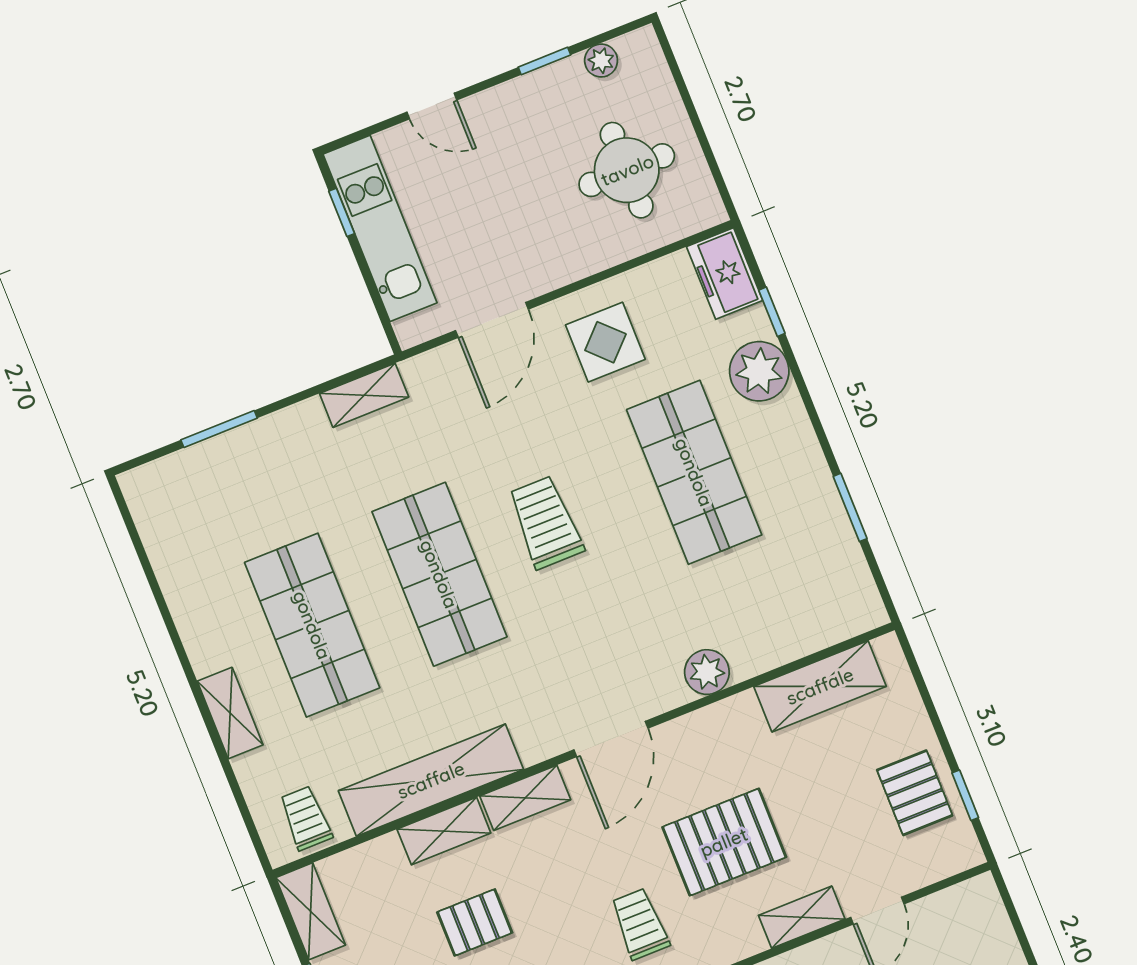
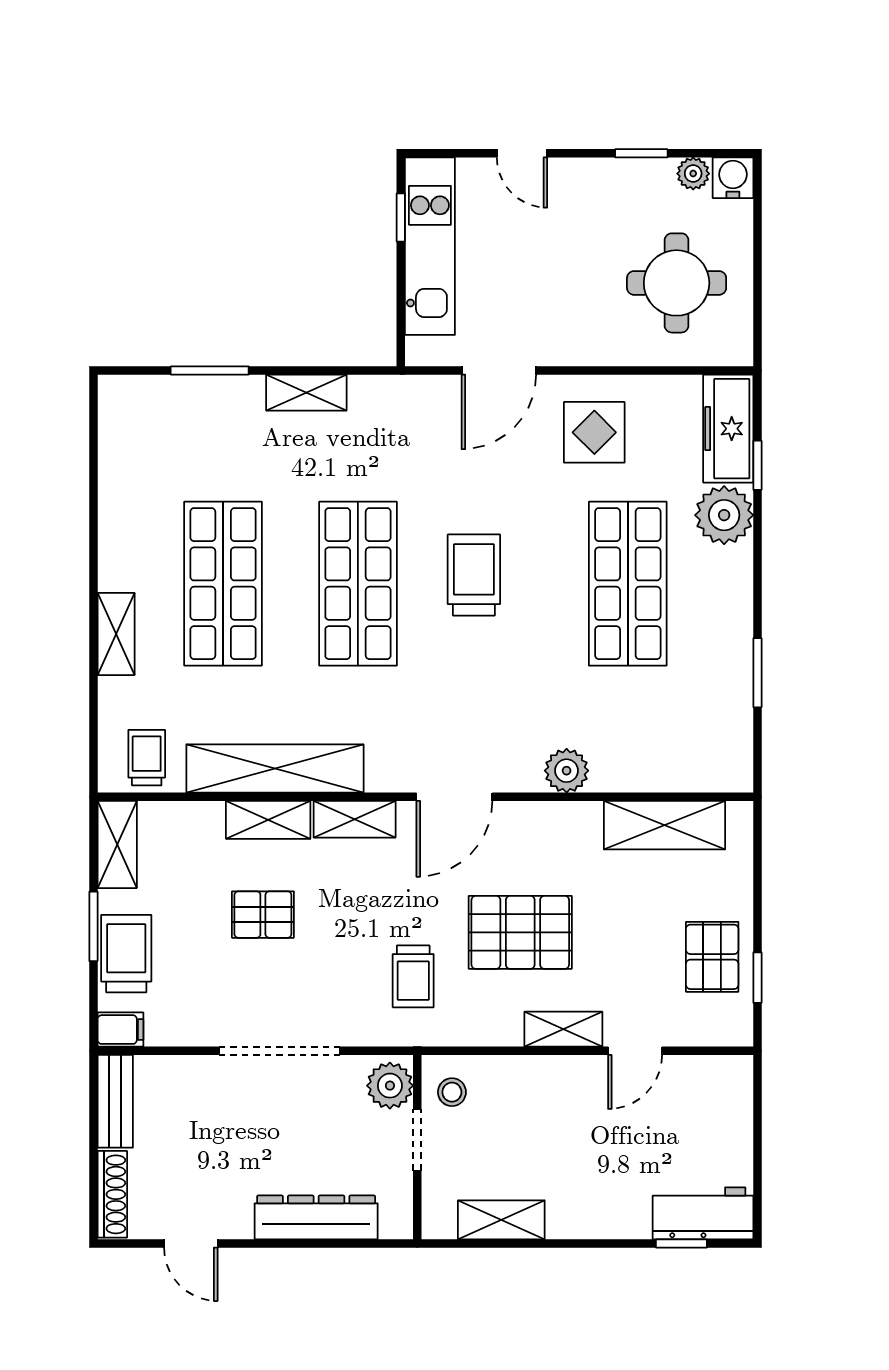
water cooler: (640, 49) -> (733, 178), added
freezer: (725, 274) -> (728, 429), width x1.40
shelving: (364, 395) -> (306, 393), moved
trolley: (640, 924) -> (413, 976), turned 180

